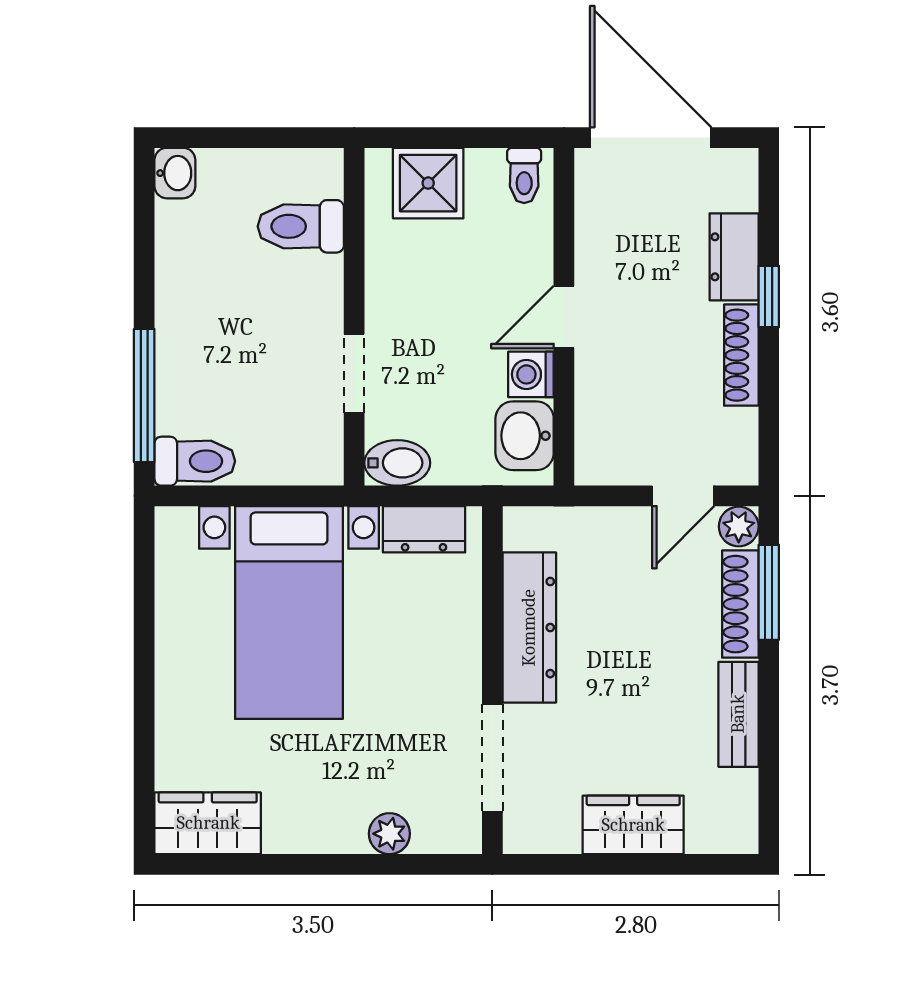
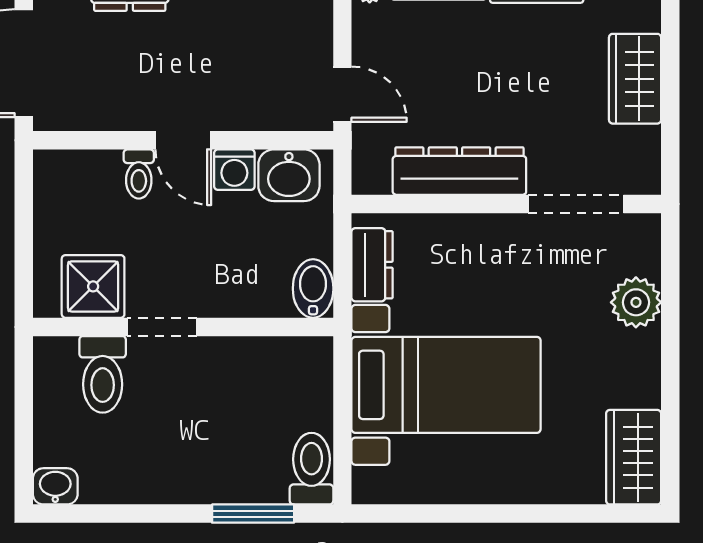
toilet: (524, 175) -> (139, 174), moved, turned 90
shower: (428, 183) -> (93, 286), moved
doorway: (354, 373) -> (162, 327), moved
window: (144, 395) -> (253, 514), width x0.69
door: (683, 496) -> (342, 94), moved
plant: (389, 834) -> (636, 302), width x1.38, depth x1.38

